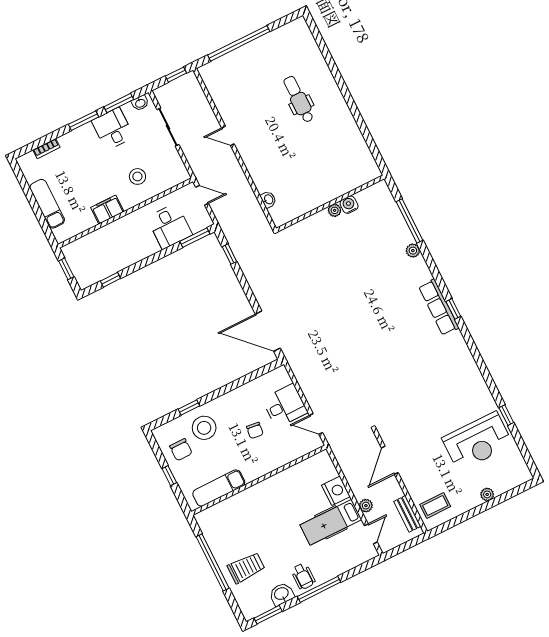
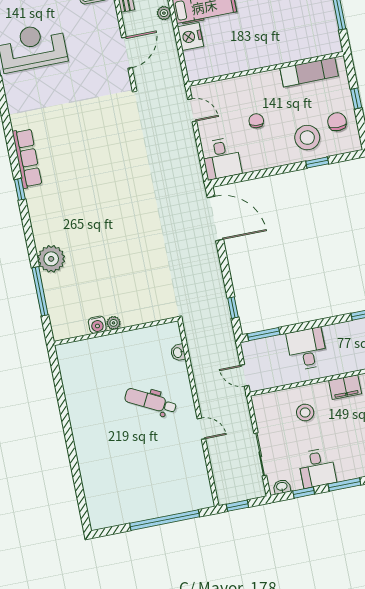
dental chair: (299, 99) -> (151, 401), moved, turned 117
window: (119, 103) -> (304, 493), width x0.67
desk: (170, 226) -> (307, 349), moved
plant: (413, 251) -> (51, 259), width x1.87, depth x1.87
row of seats: (439, 307) -> (27, 158), moved
desk: (285, 406) -> (221, 158), moved, turned -90

